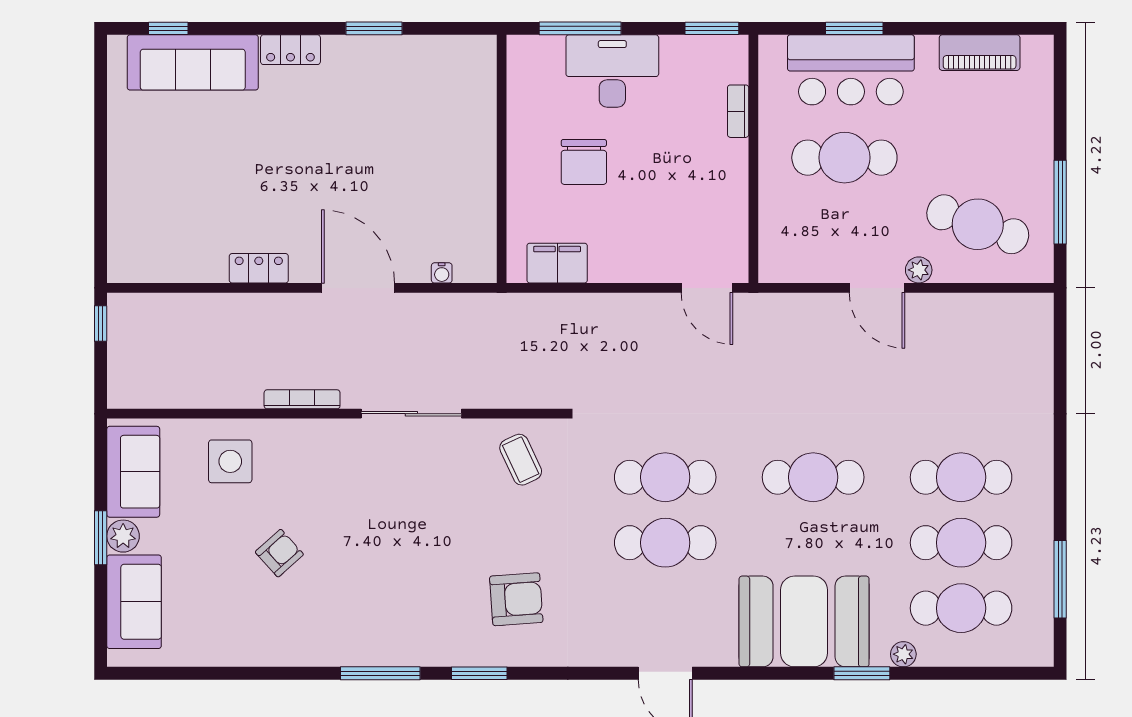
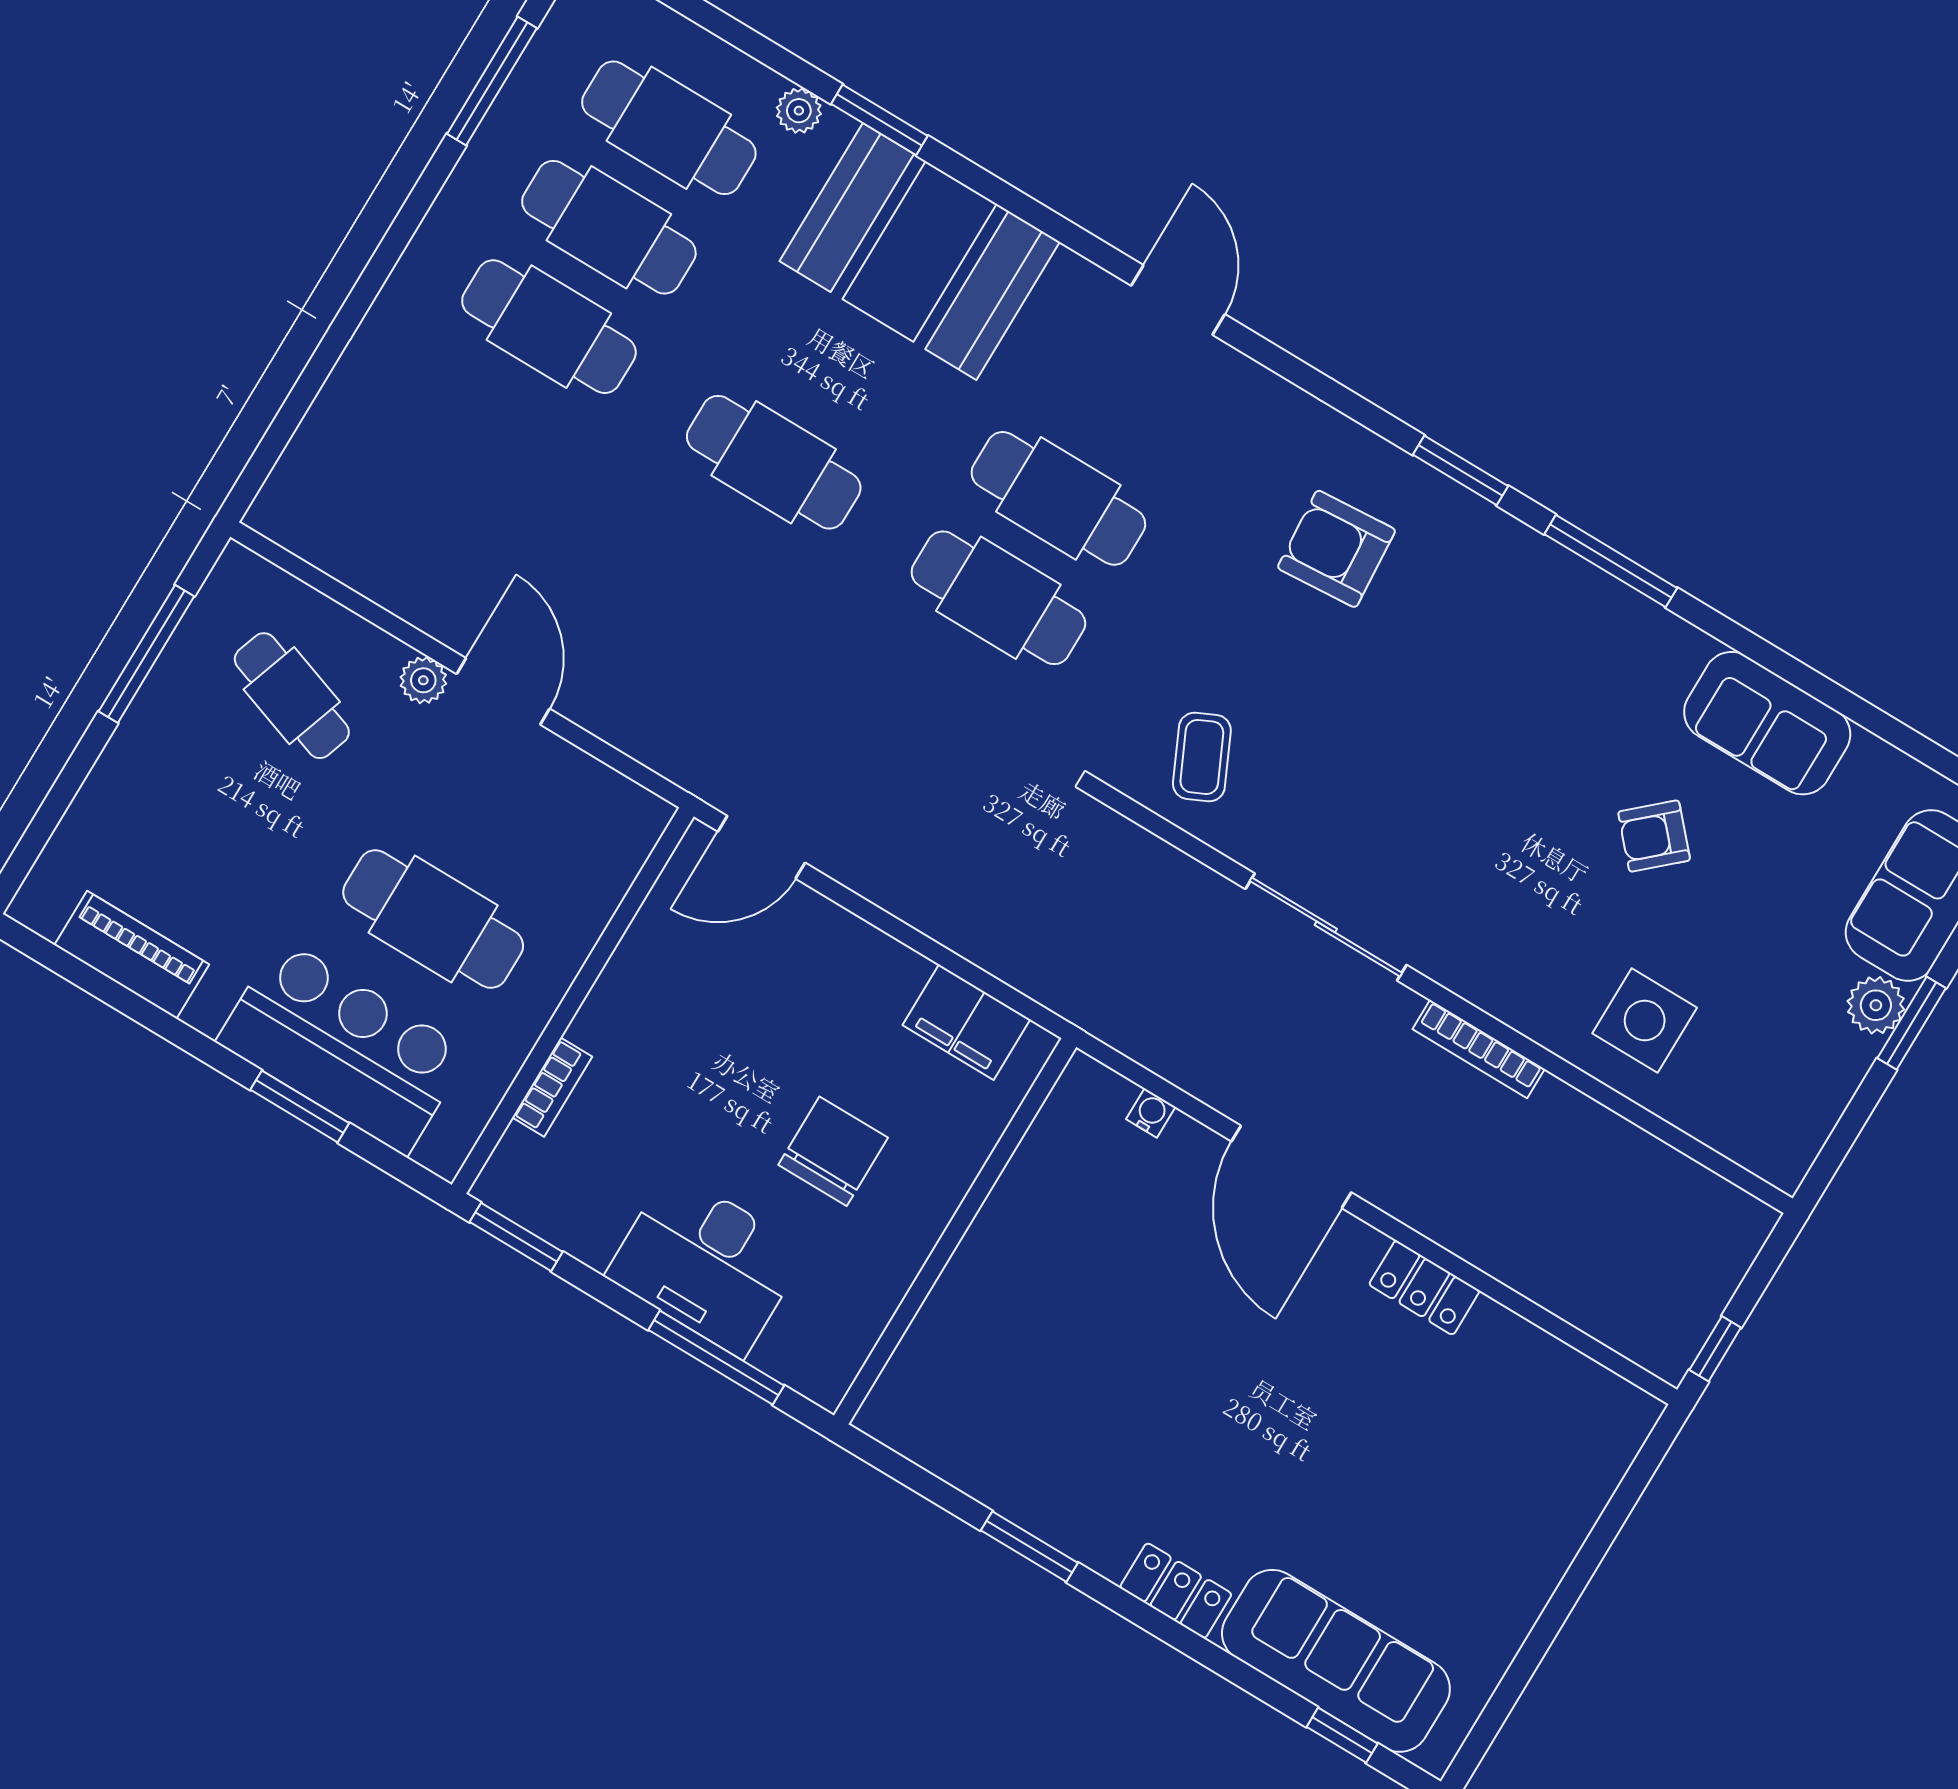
cafe table: (978, 224) -> (292, 696), width x0.73, depth x0.74
door: (707, 288) -> (761, 847), swing flipped
sofa: (133, 472) -> (1767, 723), moved, turned -90

